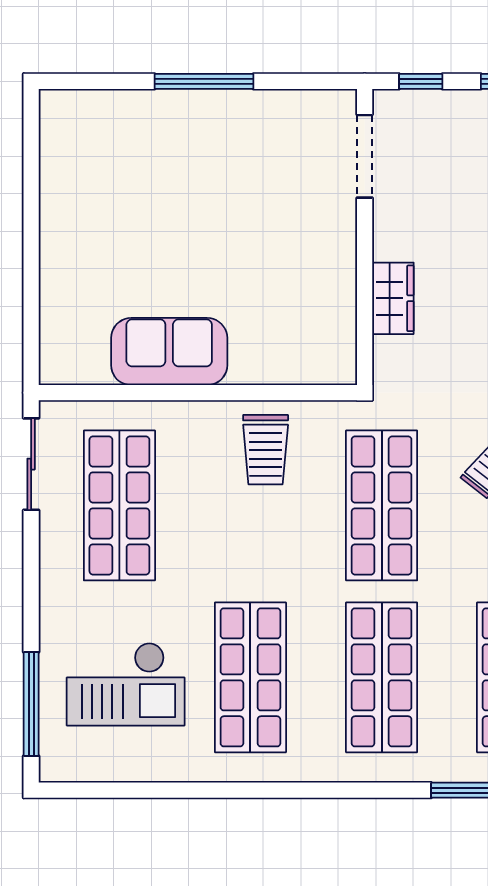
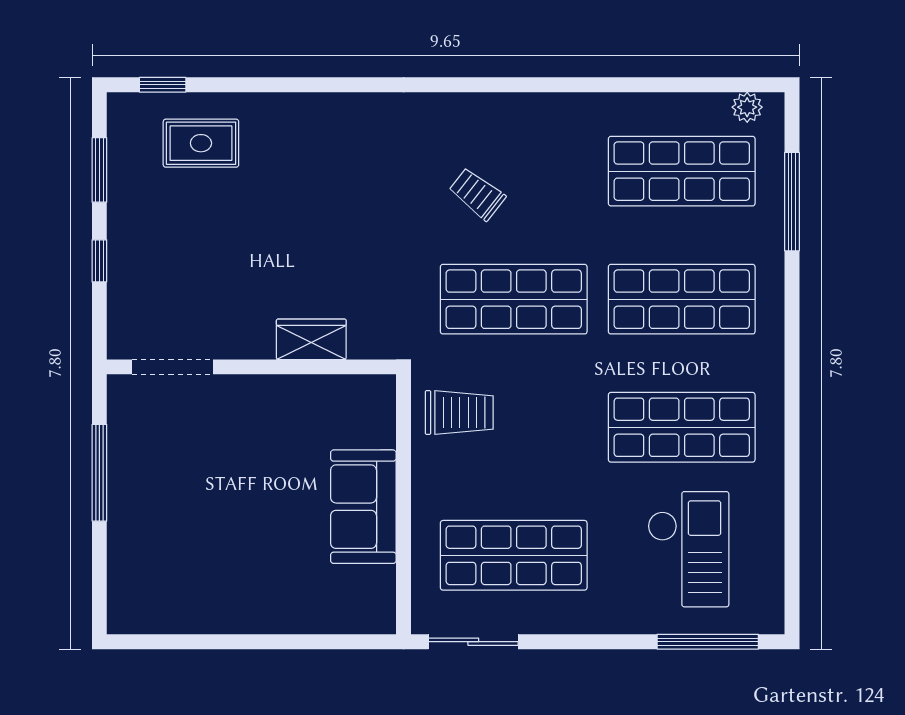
doorway: (365, 156) -> (173, 367), moved
wall: (365, 237) -> (251, 367), moved
wardrobe: (393, 298) -> (311, 339), moved

